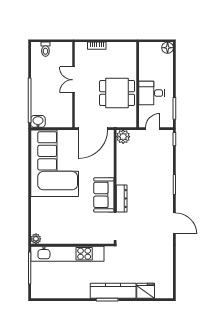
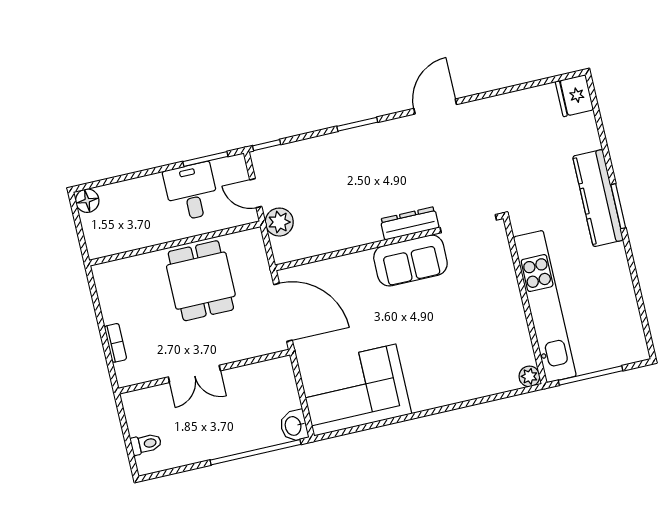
desk: (152, 93) -> (191, 192), moved, turned 180
plant: (123, 137) -> (279, 222), moved
corner sofa: (55, 163) -> (355, 390), width x0.73, depth x0.74
fridge: (146, 291) -> (574, 96), moved

